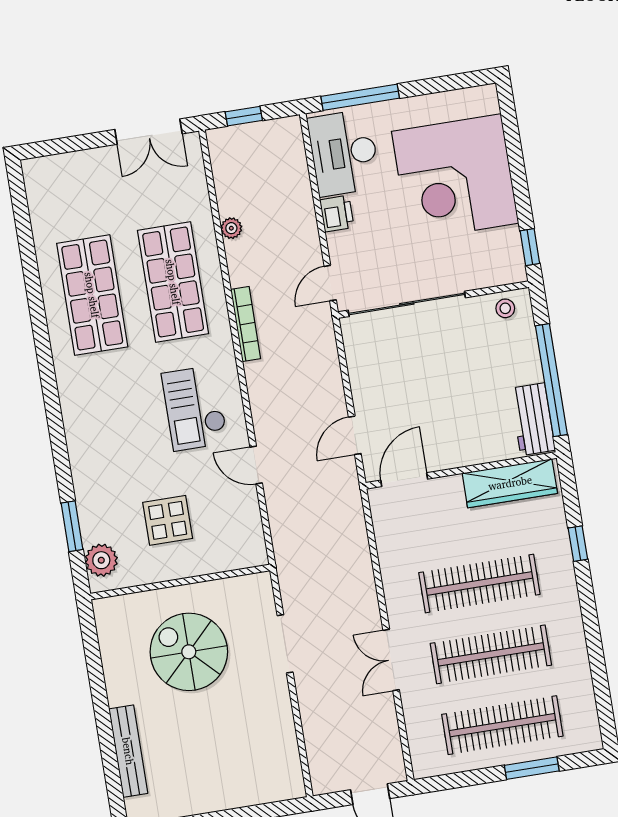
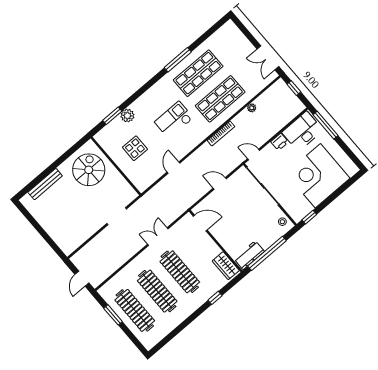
window: (39, 320) -> (178, 60), added
checkout: (195, 408) -> (174, 120), moved
door: (355, 435) -> (220, 184), moved
wardrobe: (510, 483) -> (226, 266), width x0.67
plant: (101, 560) -> (127, 116), moved
spiral stairs: (189, 652) -> (89, 170), moved
double door: (391, 660) -> (158, 237), moved
window: (532, 768) -> (113, 315), moved

